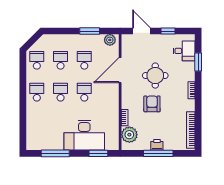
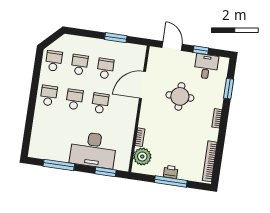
plant: (110, 40) -> (136, 51), removed
desk: (184, 51) -> (206, 67), moved, turned -90
armchair: (152, 104) -> (172, 127), removed

